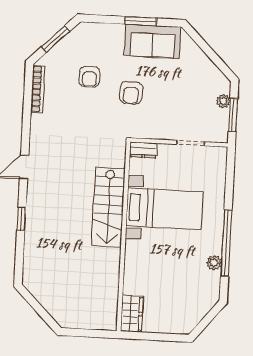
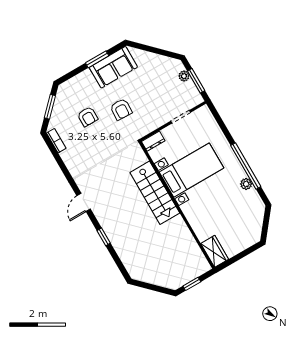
bookcase: (38, 89) -> (56, 141), width x0.64
window: (84, 333) -> (192, 284), added

